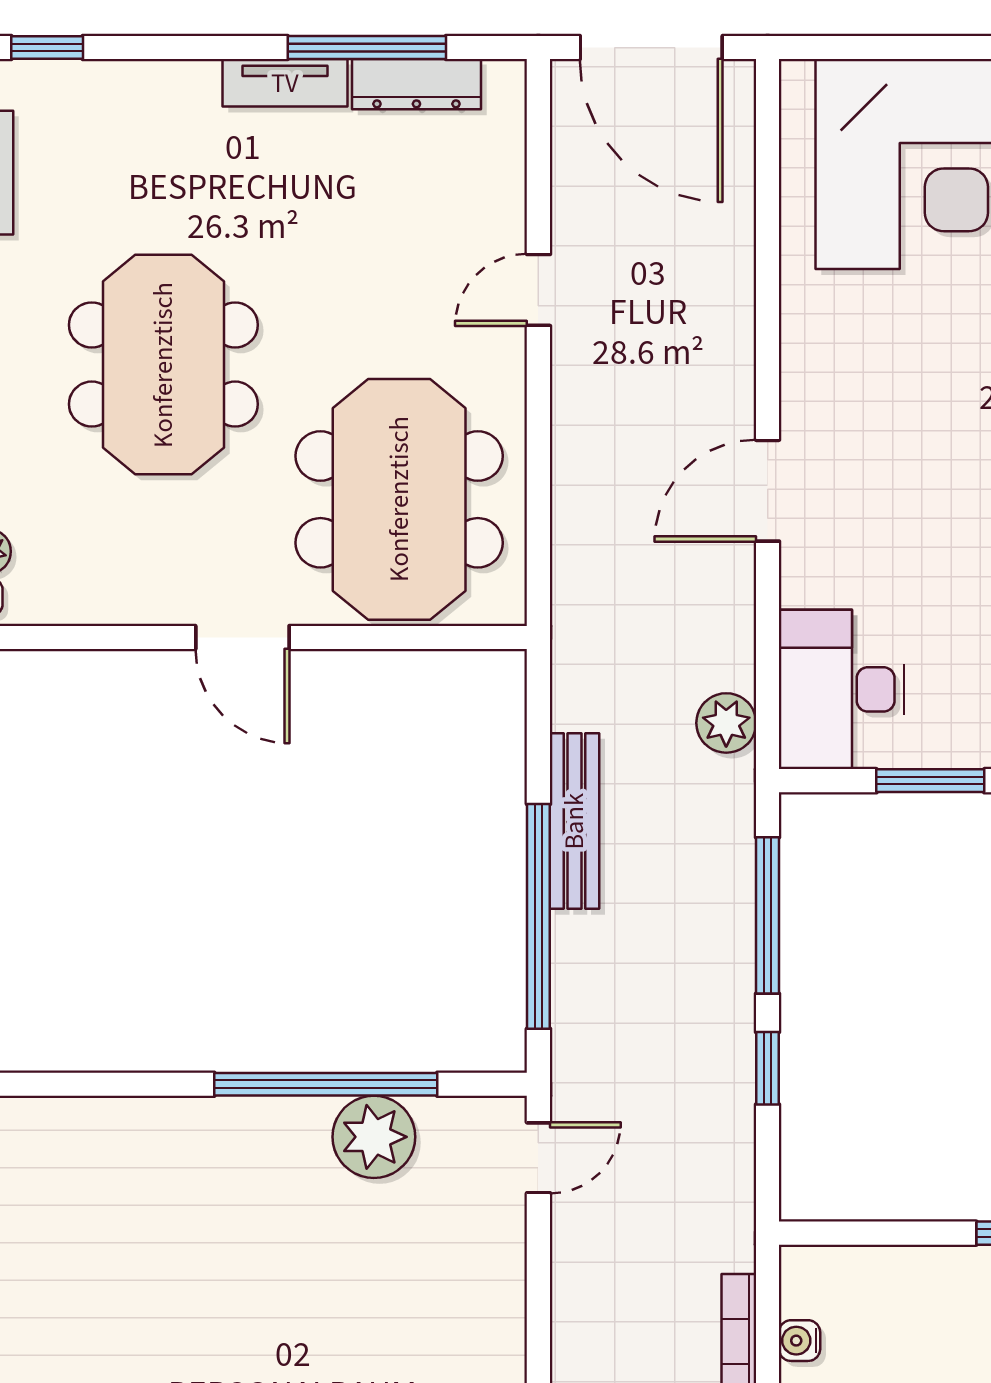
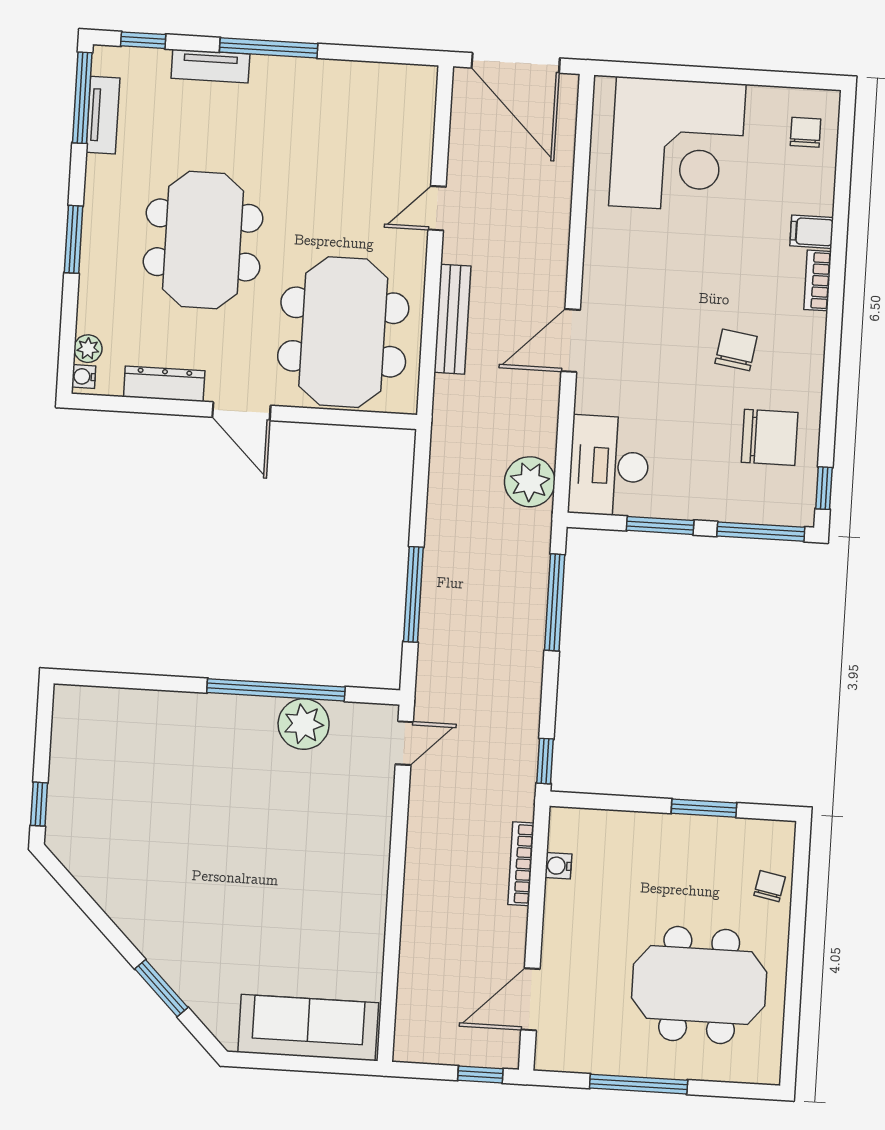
window: (367, 48) -> (269, 48), moved
tv unit: (285, 83) -> (210, 66), moved
dresser: (416, 84) -> (164, 384), moved, turned 180
plant: (726, 723) -> (530, 482), width x1.36, depth x1.36
bench: (574, 821) -> (453, 319), moved
window: (538, 916) -> (413, 594), width x0.68
window: (768, 1068) -> (545, 761), moved

